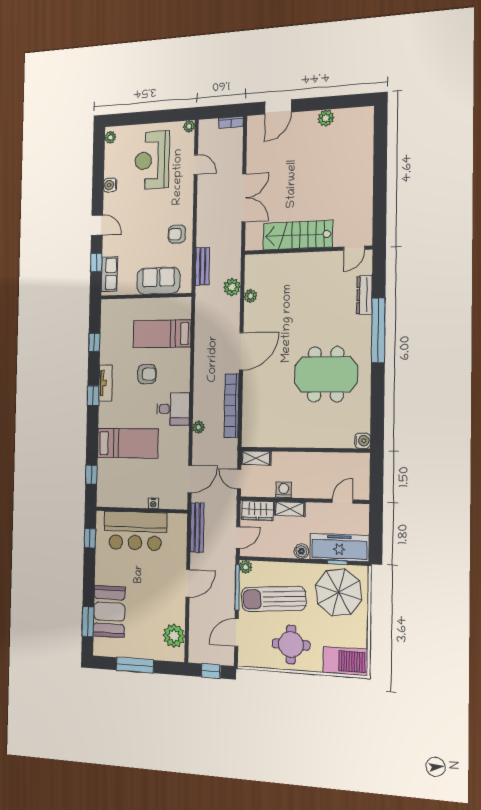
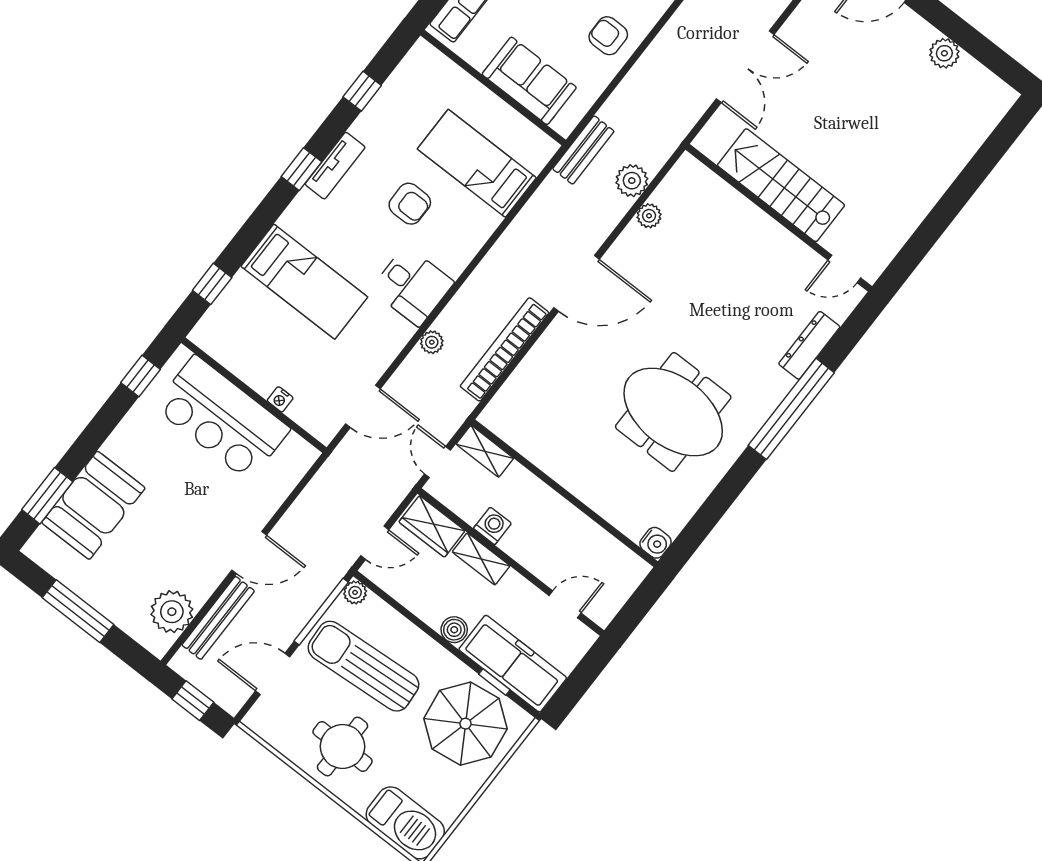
bench: (202, 266) -> (583, 150), moved
bench: (197, 528) -> (218, 618), moved

